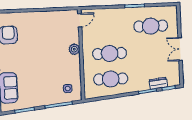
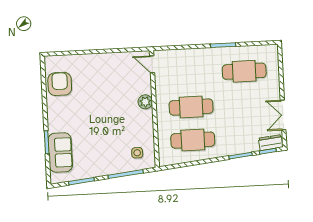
door: (80, 20) -> (152, 64), swing flipped
double door: (180, 49) -> (283, 115), moved
dresser: (158, 83) -> (271, 143), moved

